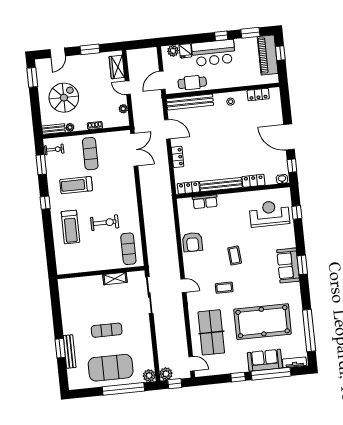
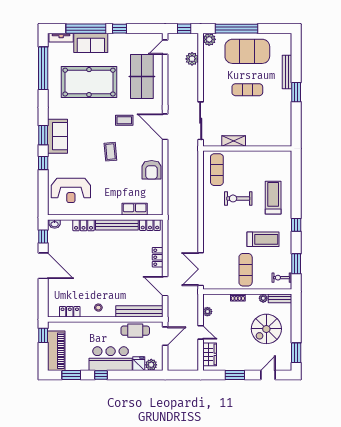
window: (280, 53) -> (43, 335), moved
window: (297, 212) -> (43, 163), moved
armchair: (192, 242) -> (152, 170), turned 180
door: (183, 286) -> (165, 127), width x1.87
window: (60, 348) -> (296, 92), moved
door: (192, 364) -> (165, 47), hinge flipped
plant: (166, 374) -> (192, 59), moved

